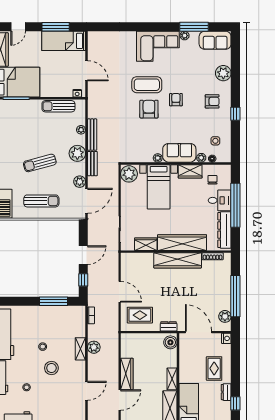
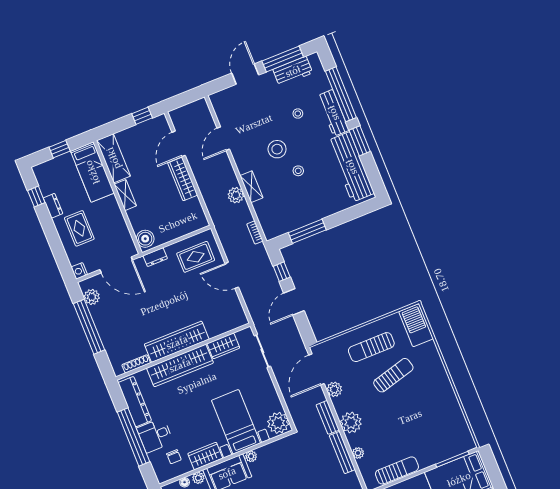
sun lounger: (40, 163) -> (393, 375), moved

